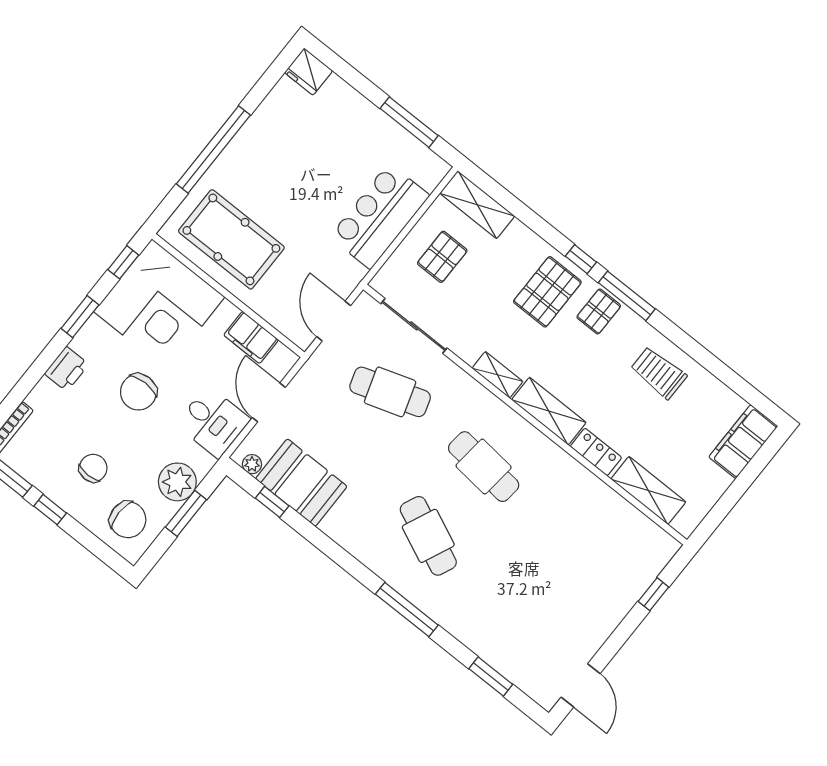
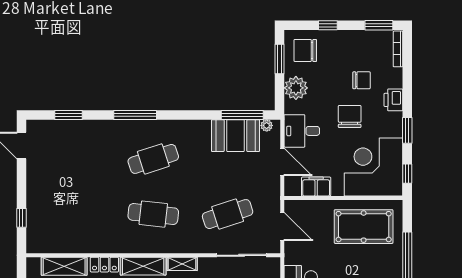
chair: (93, 468) -> (362, 80), moved, turned -90
window: (272, 502) -> (242, 115), width x2.17
window: (50, 510) -> (328, 25), moved
window: (186, 513) -> (280, 59), moved
cafe table: (428, 536) -> (153, 159), turned -42

